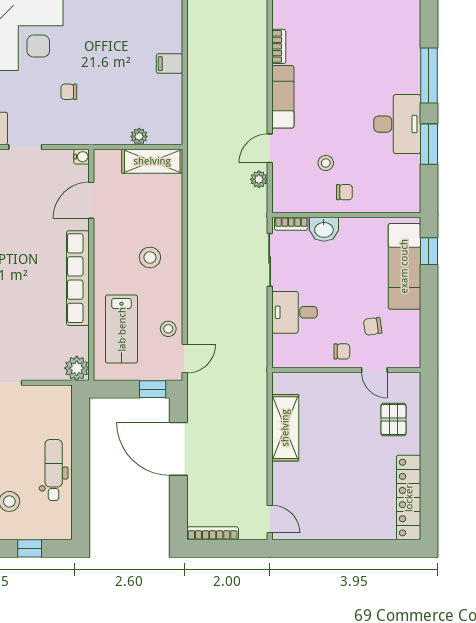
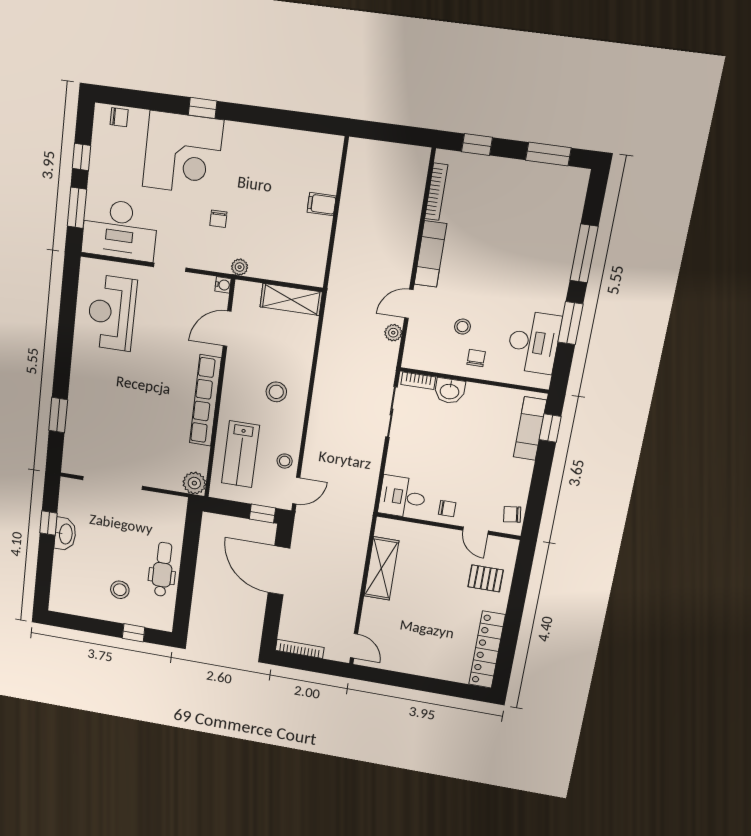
bookcase: (279, 46) -> (436, 192), width x1.56
chair: (69, 92) -> (218, 219), turned -90
desk: (397, 124) -> (534, 342), moved
plant: (139, 136) -> (240, 267), moved
chair: (344, 192) -> (476, 358), turned -90
exam couch: (404, 266) -> (530, 429), width x0.73, depth x0.69
desk: (294, 312) -> (402, 497), moved
chair: (373, 326) -> (512, 514), moved
pallet: (393, 420) -> (486, 578), turned 90

